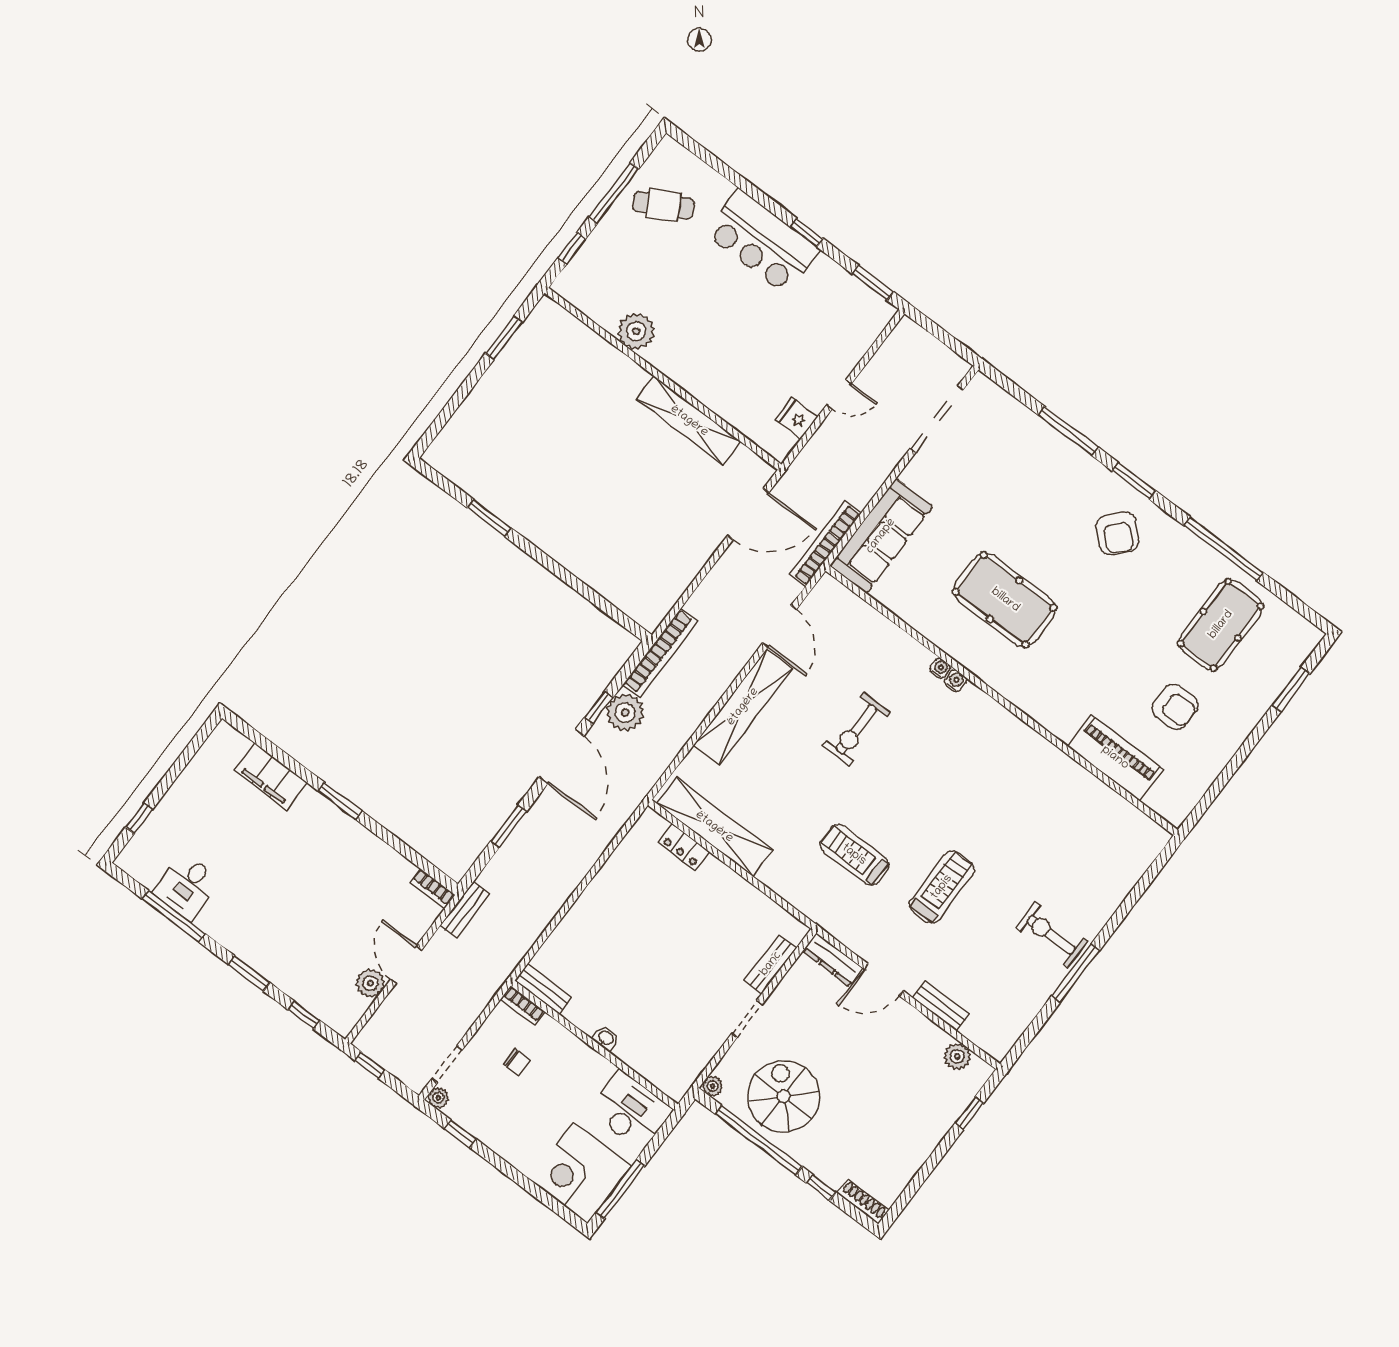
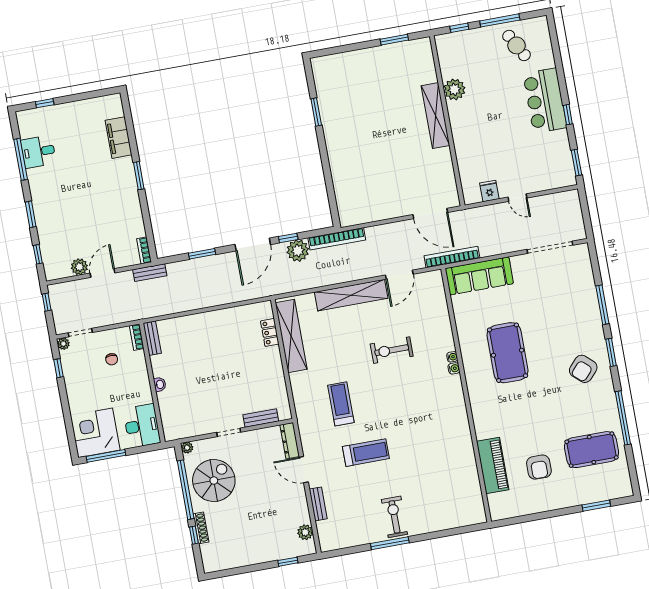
shelving: (689, 421) -> (436, 116), moved
shoe rack: (863, 1202) -> (201, 528), moved

